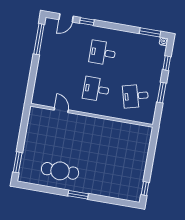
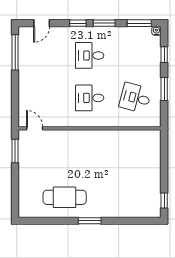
window: (87, 21) -> (78, 23), moved
window: (120, 27) -> (104, 23), added
desk: (136, 96) -> (135, 98), turned 30
door: (61, 110) -> (35, 128), moved
window: (18, 162) -> (15, 151), moved

